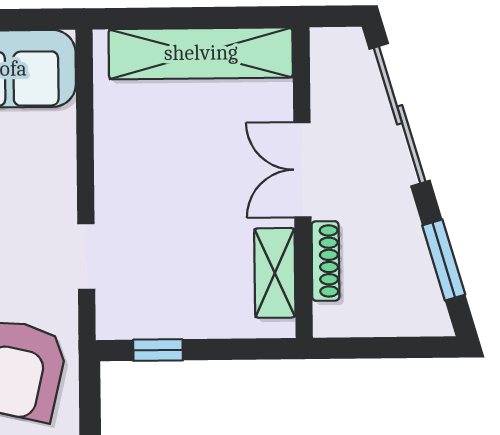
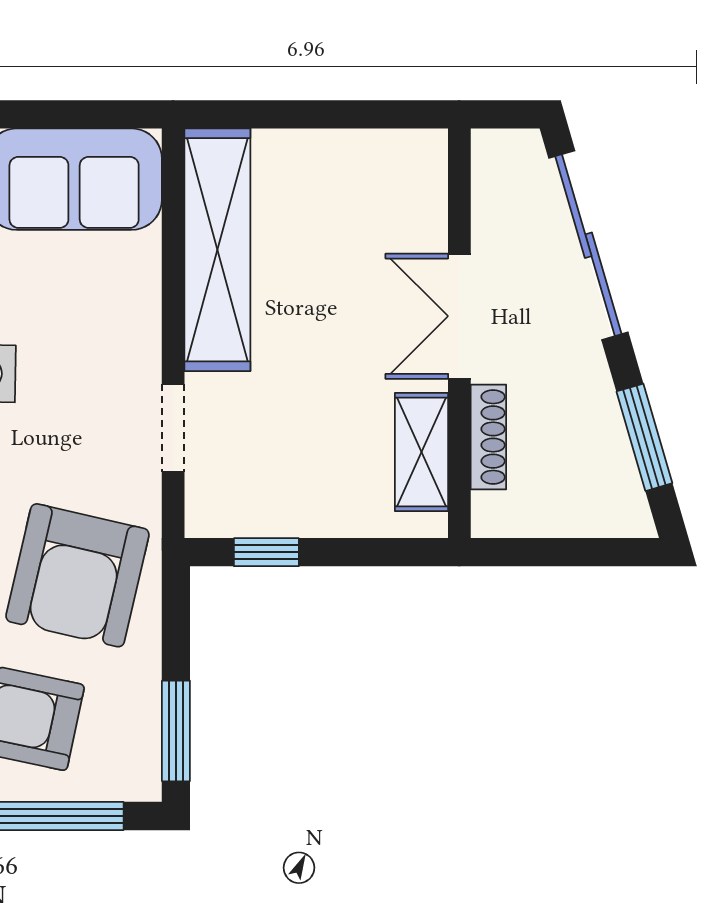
shelving: (201, 53) -> (217, 250), moved, turned 90

